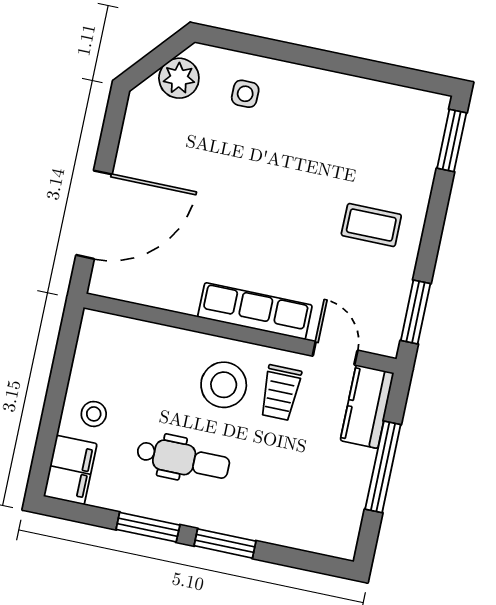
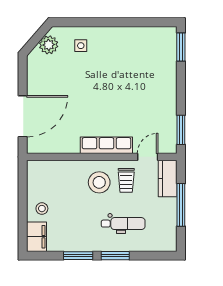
coffee table: (371, 225) -> (152, 94), removed
door: (335, 353) -> (148, 157), hinge flipped
dental chair: (183, 459) -> (123, 224), moved

